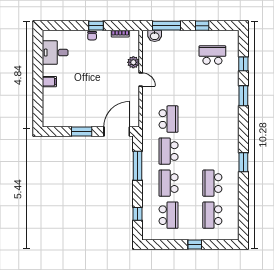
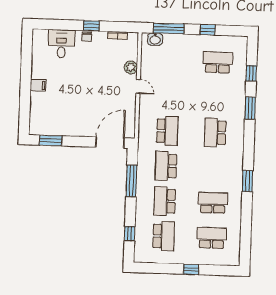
desk: (55, 53) -> (61, 44), moved, turned 90
school desk: (212, 119) -> (215, 133), added
window: (82, 132) -> (51, 140), moved
school desk: (212, 183) -> (213, 203), turned 90
school desk: (212, 215) -> (212, 238), turned 90

